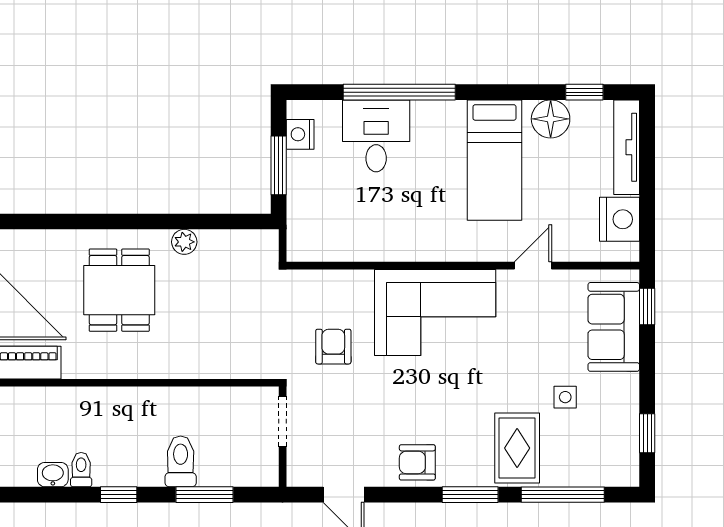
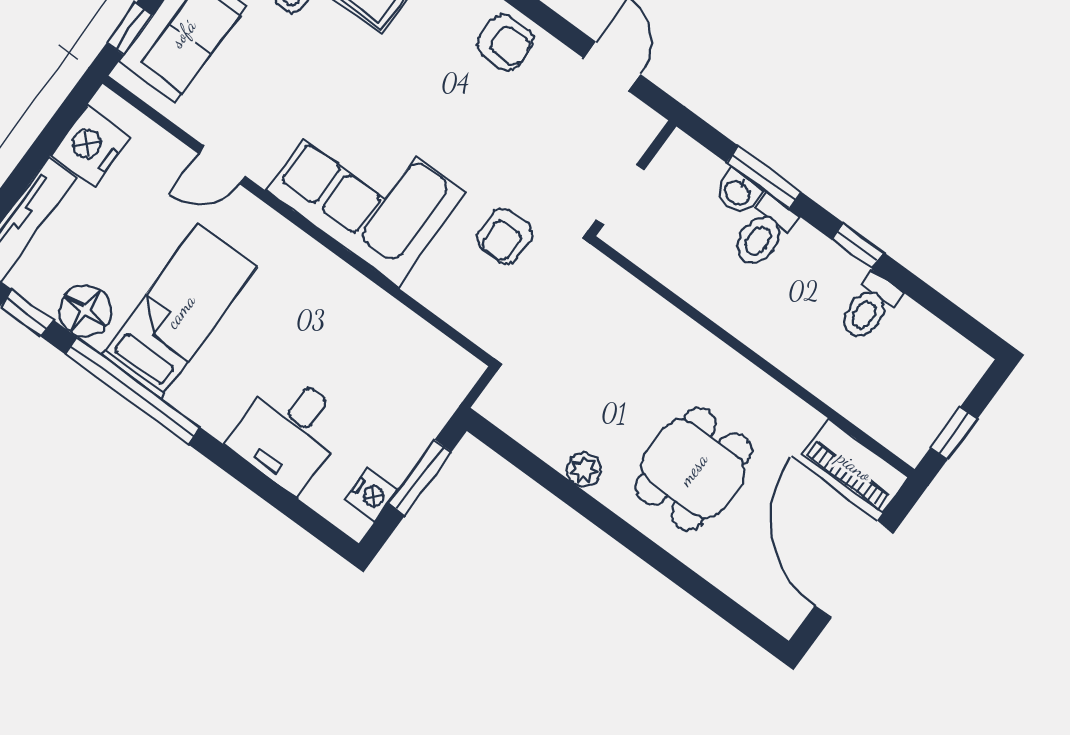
window: (399, 92) -> (133, 391), moved
toilet: (81, 470) -> (869, 307), width x1.37, depth x1.39
washbasin: (53, 475) -> (738, 192), moved

